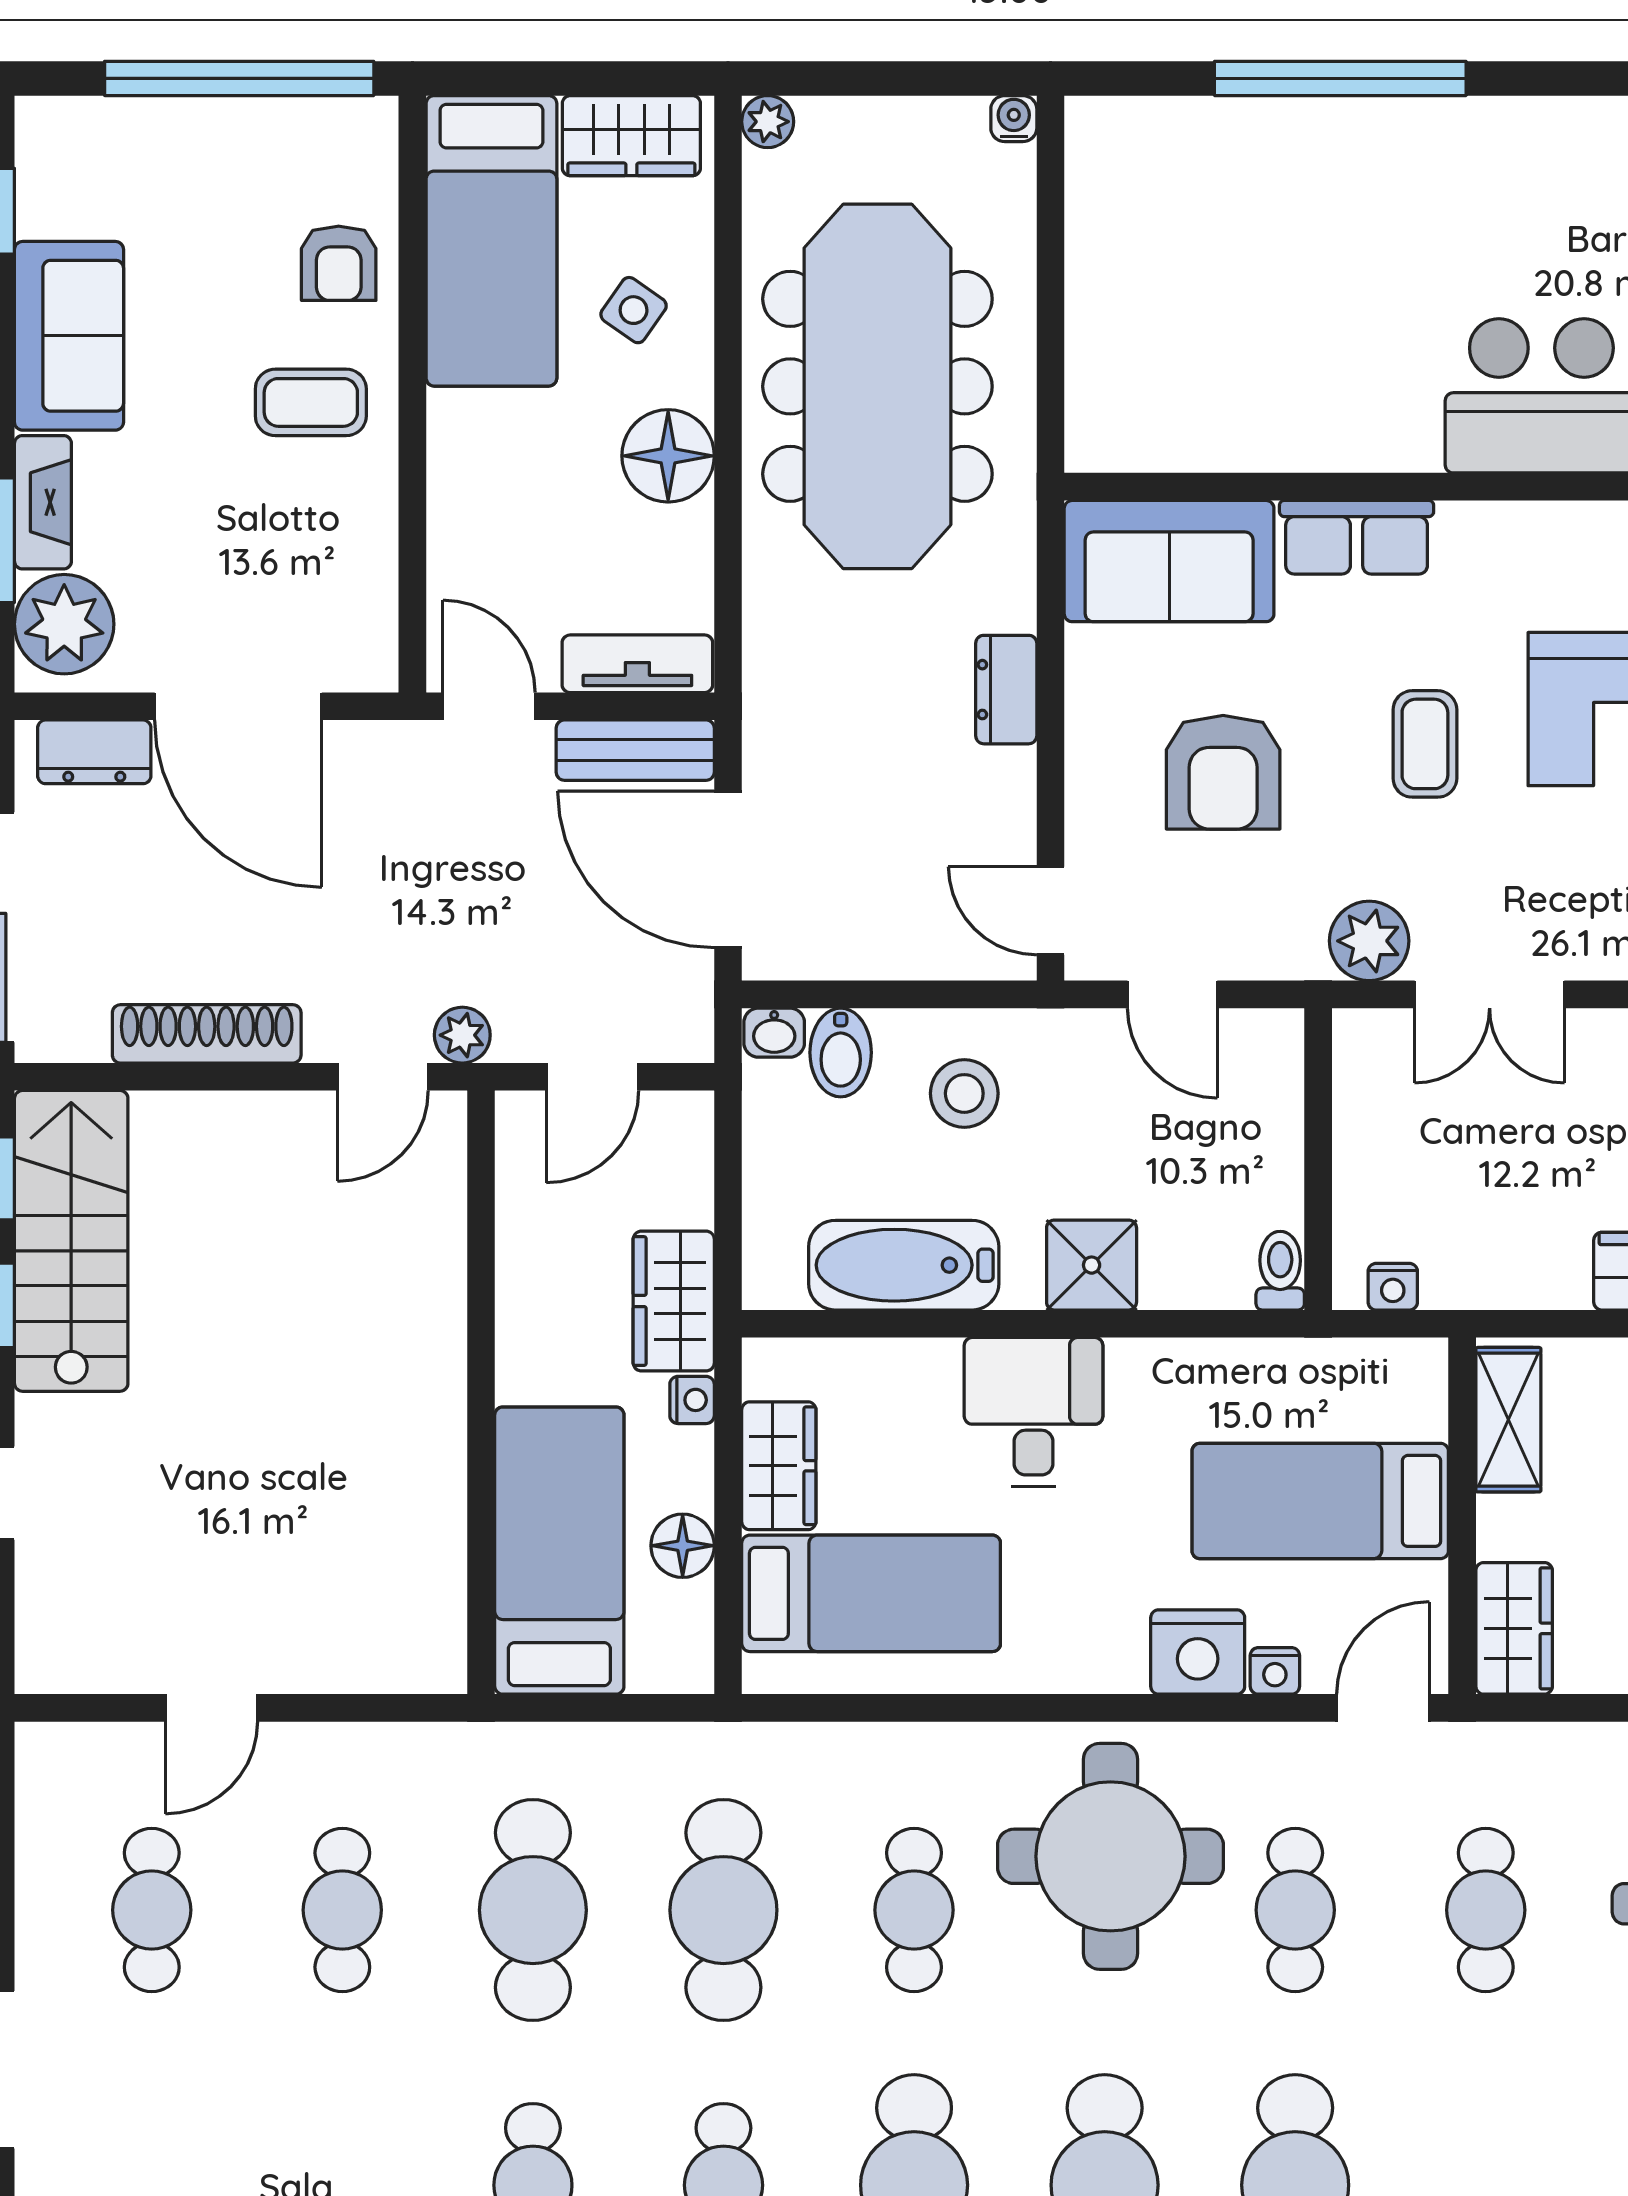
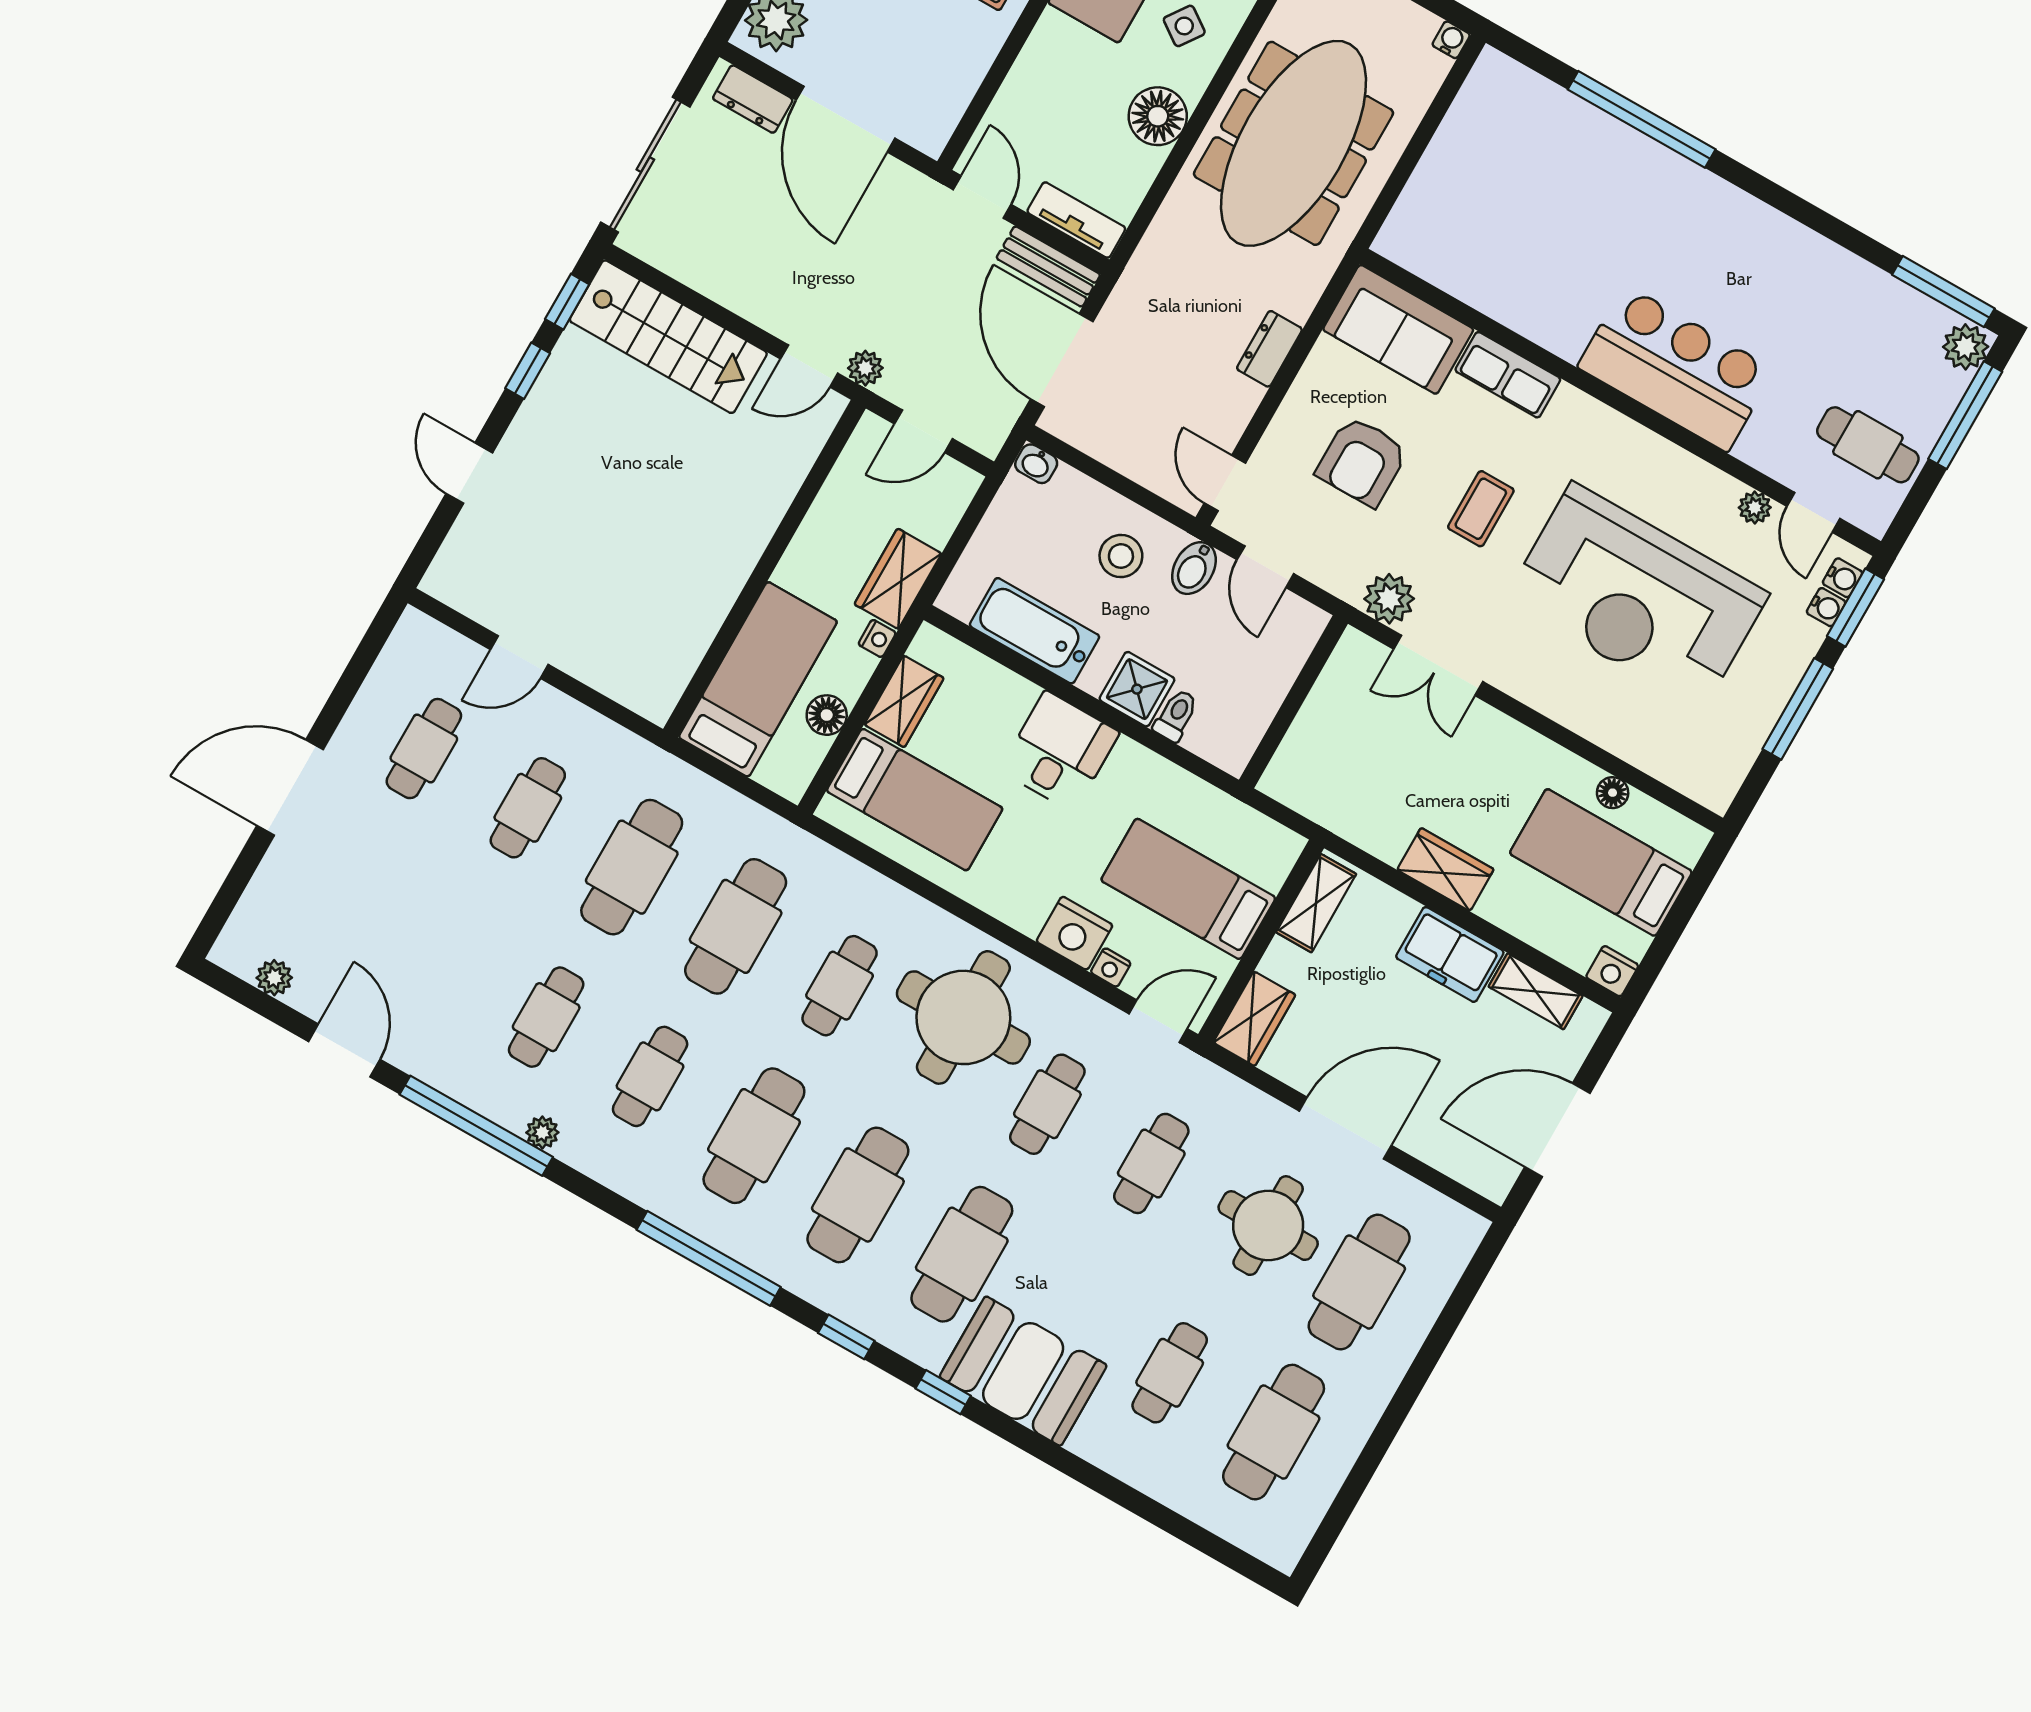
shoe rack: (207, 1034) -> (726, 288), removed
bidet: (841, 1053) -> (1194, 568), moved
stairs: (71, 1241) -> (668, 337), moved, turned 90
toilet: (1280, 1271) -> (1176, 715), moved
nightstand: (1393, 1287) -> (1294, 795), removed

